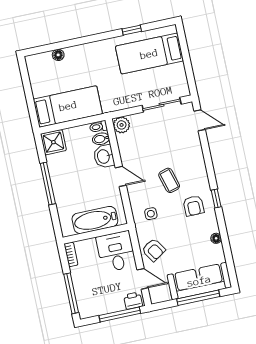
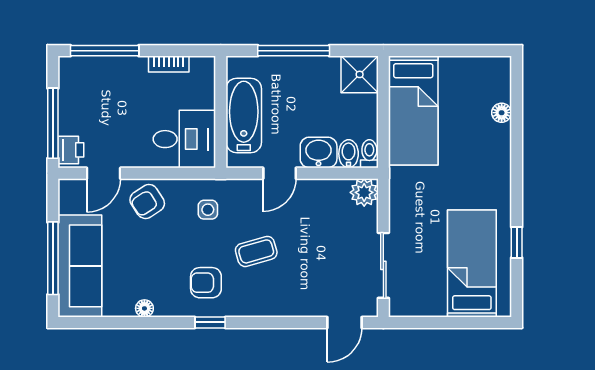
bathtub: (95, 220) -> (244, 115), moved
wall: (96, 234) -> (221, 112), moved
desk: (116, 252) -> (184, 139), moved

